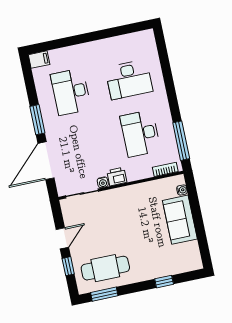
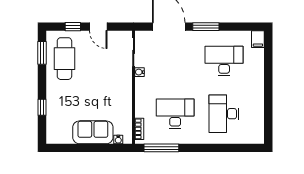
printer: (117, 177) -> (142, 85), removed

